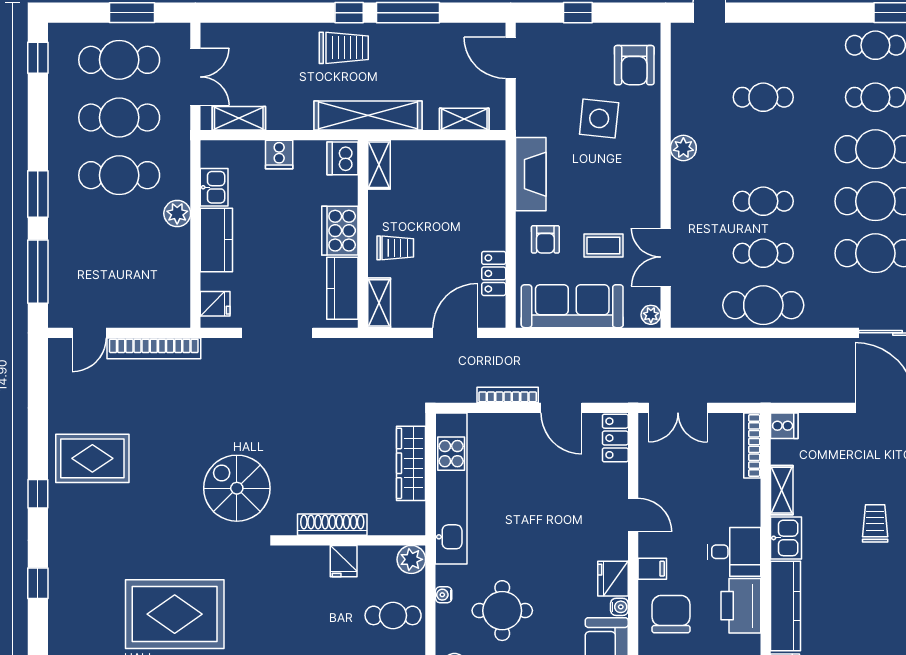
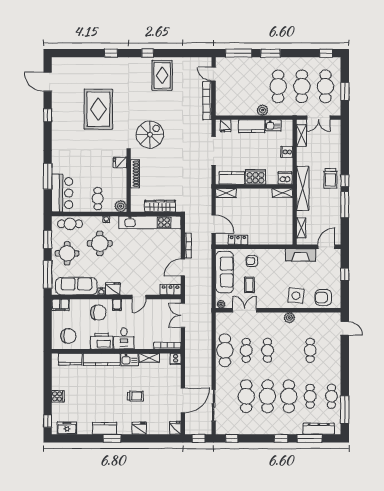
side table: (599, 118) -> (296, 296), moved
fireplace: (531, 174) -> (301, 255), moved
trolley: (395, 248) -> (248, 200), removed
fridge: (344, 561) -> (120, 163), moved

